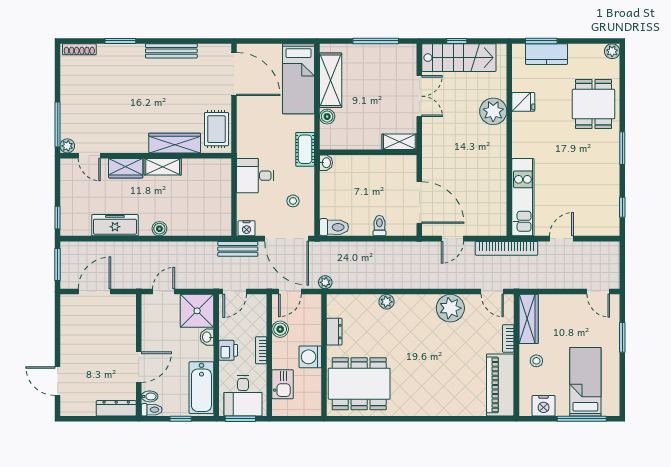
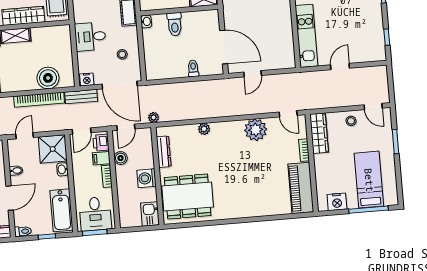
toilet: (334, 227) -> (175, 24), moved, turned 90
boiler: (159, 229) -> (48, 78), moved, width x1.86, depth x1.86
bookcase: (507, 248) -> (39, 100), moved
filing cabinet: (256, 327) -> (101, 158), added
dresser: (334, 332) -> (164, 152), width x1.44
printer: (228, 350) -> (101, 143), moved, turned 180
stool: (536, 361) -> (351, 121), moved
kitchen sink: (283, 384) -> (150, 214), moved, turned 180
bidet: (150, 396) -> (16, 171), moved

